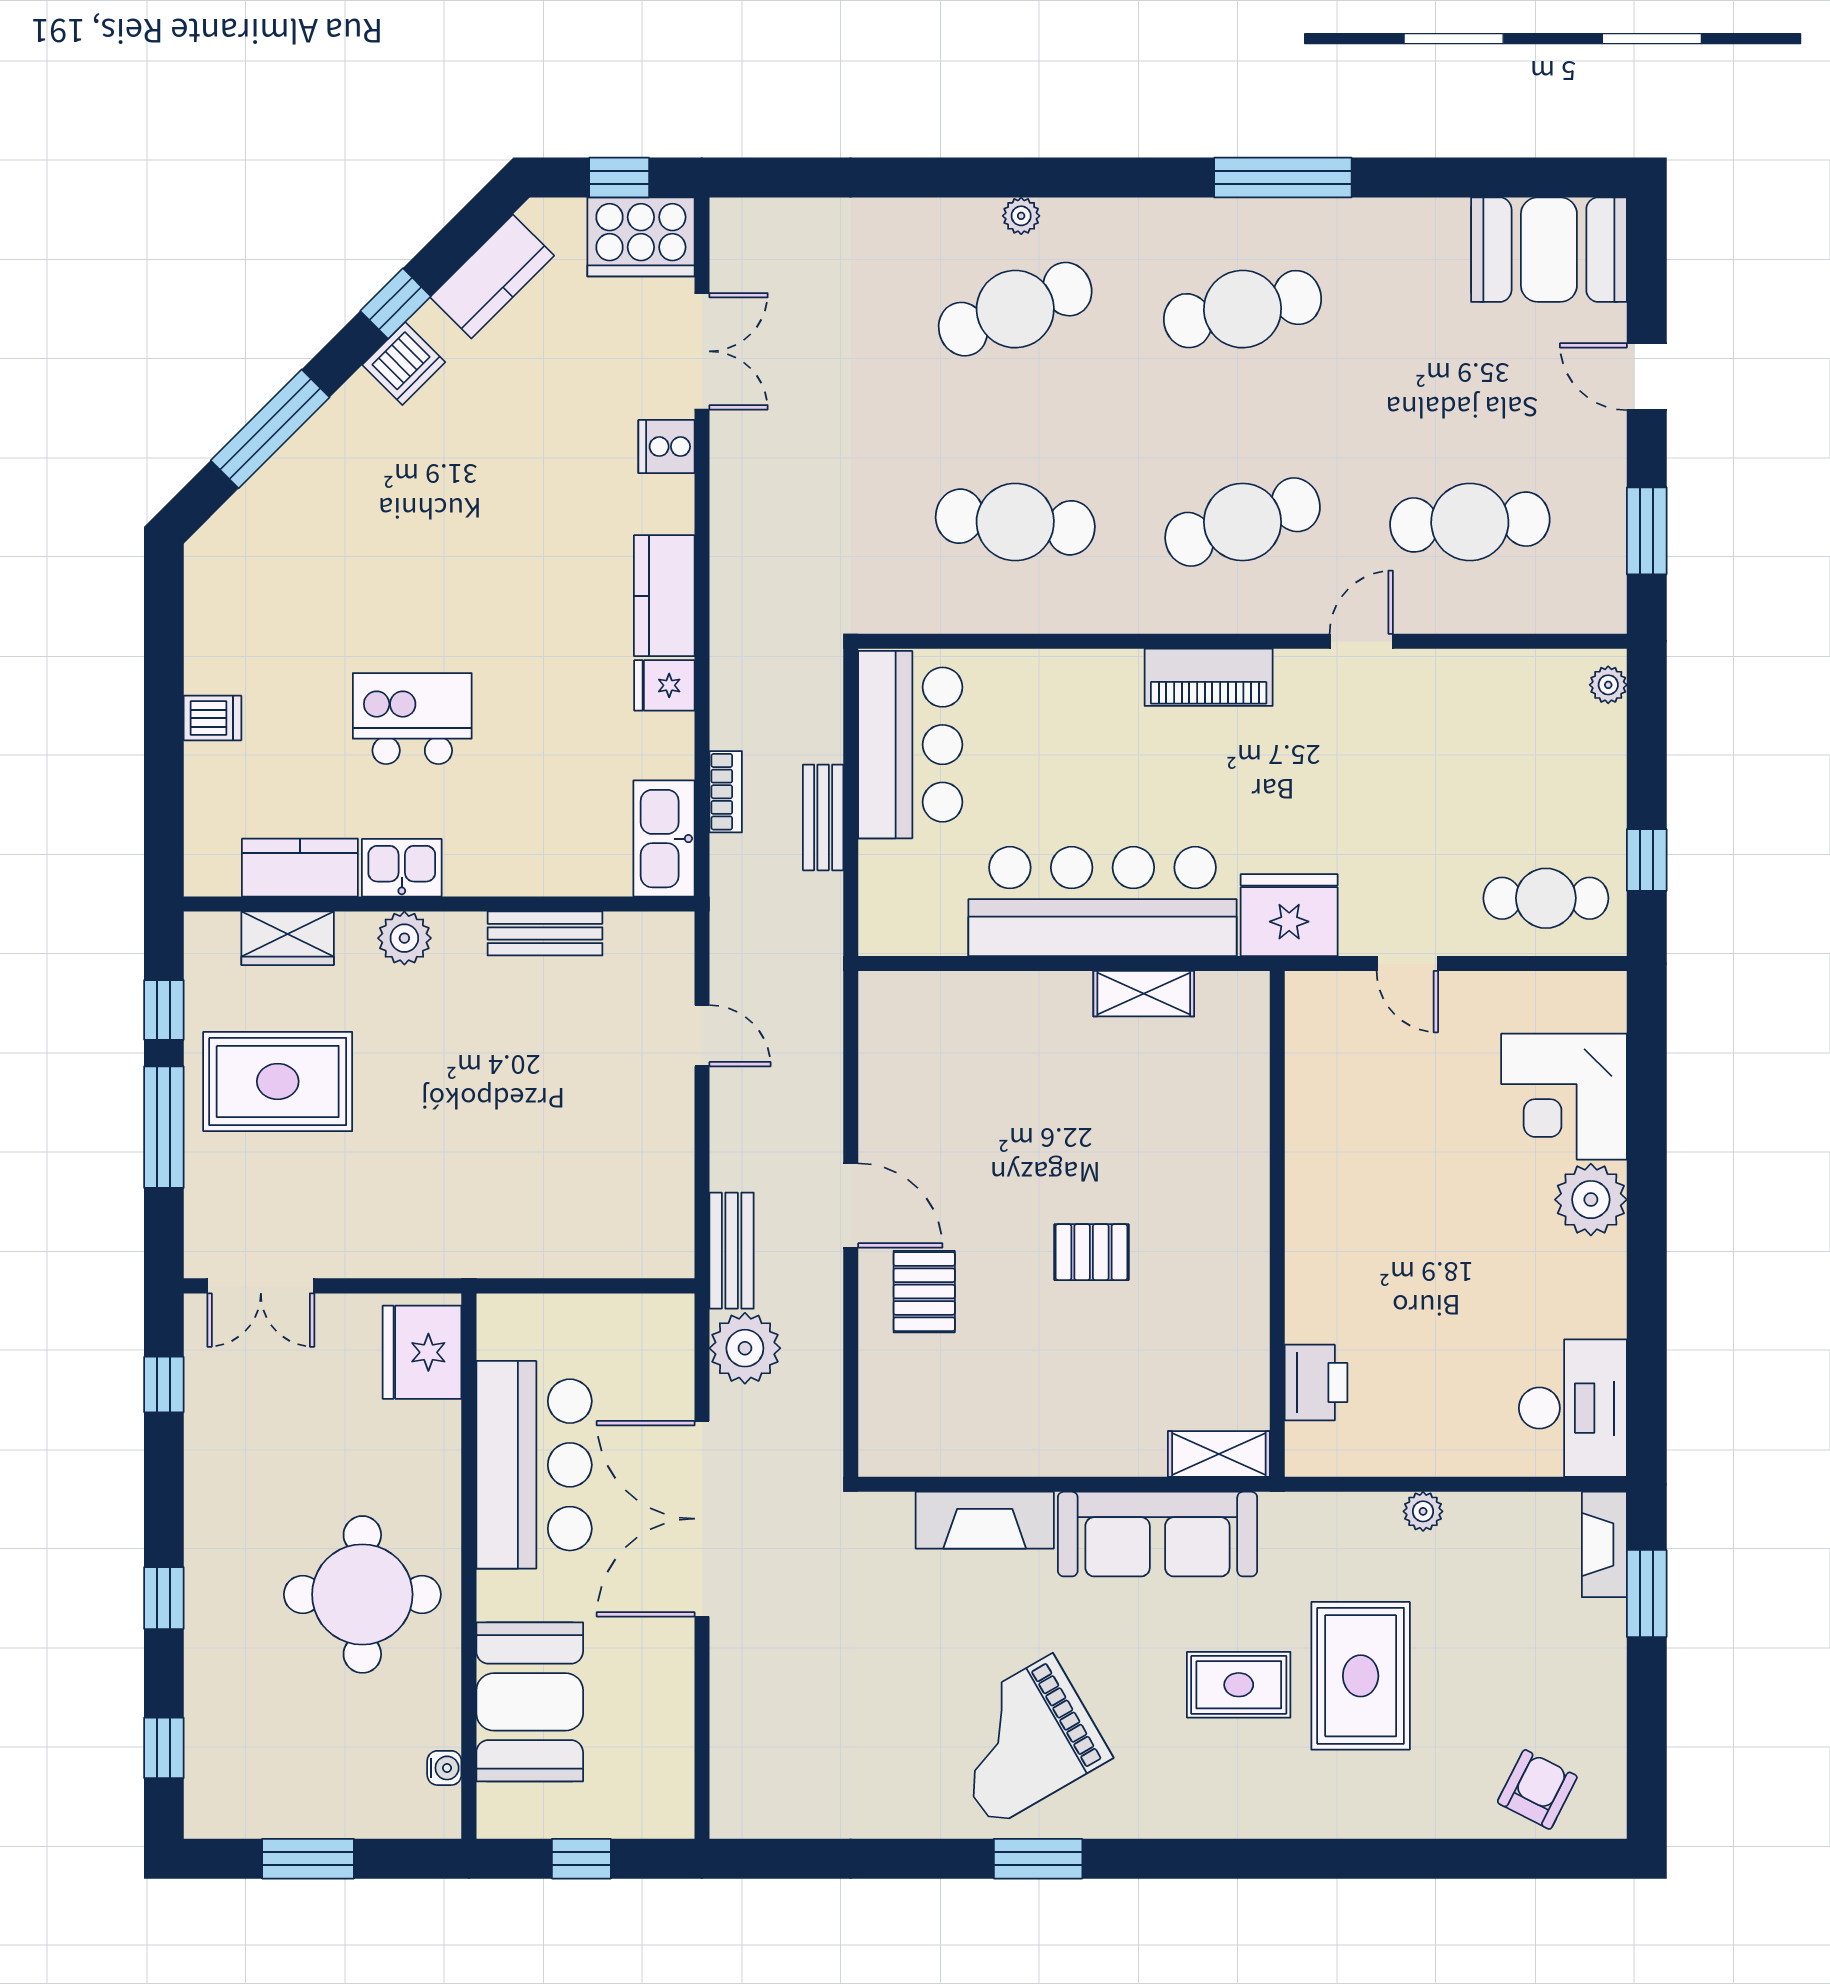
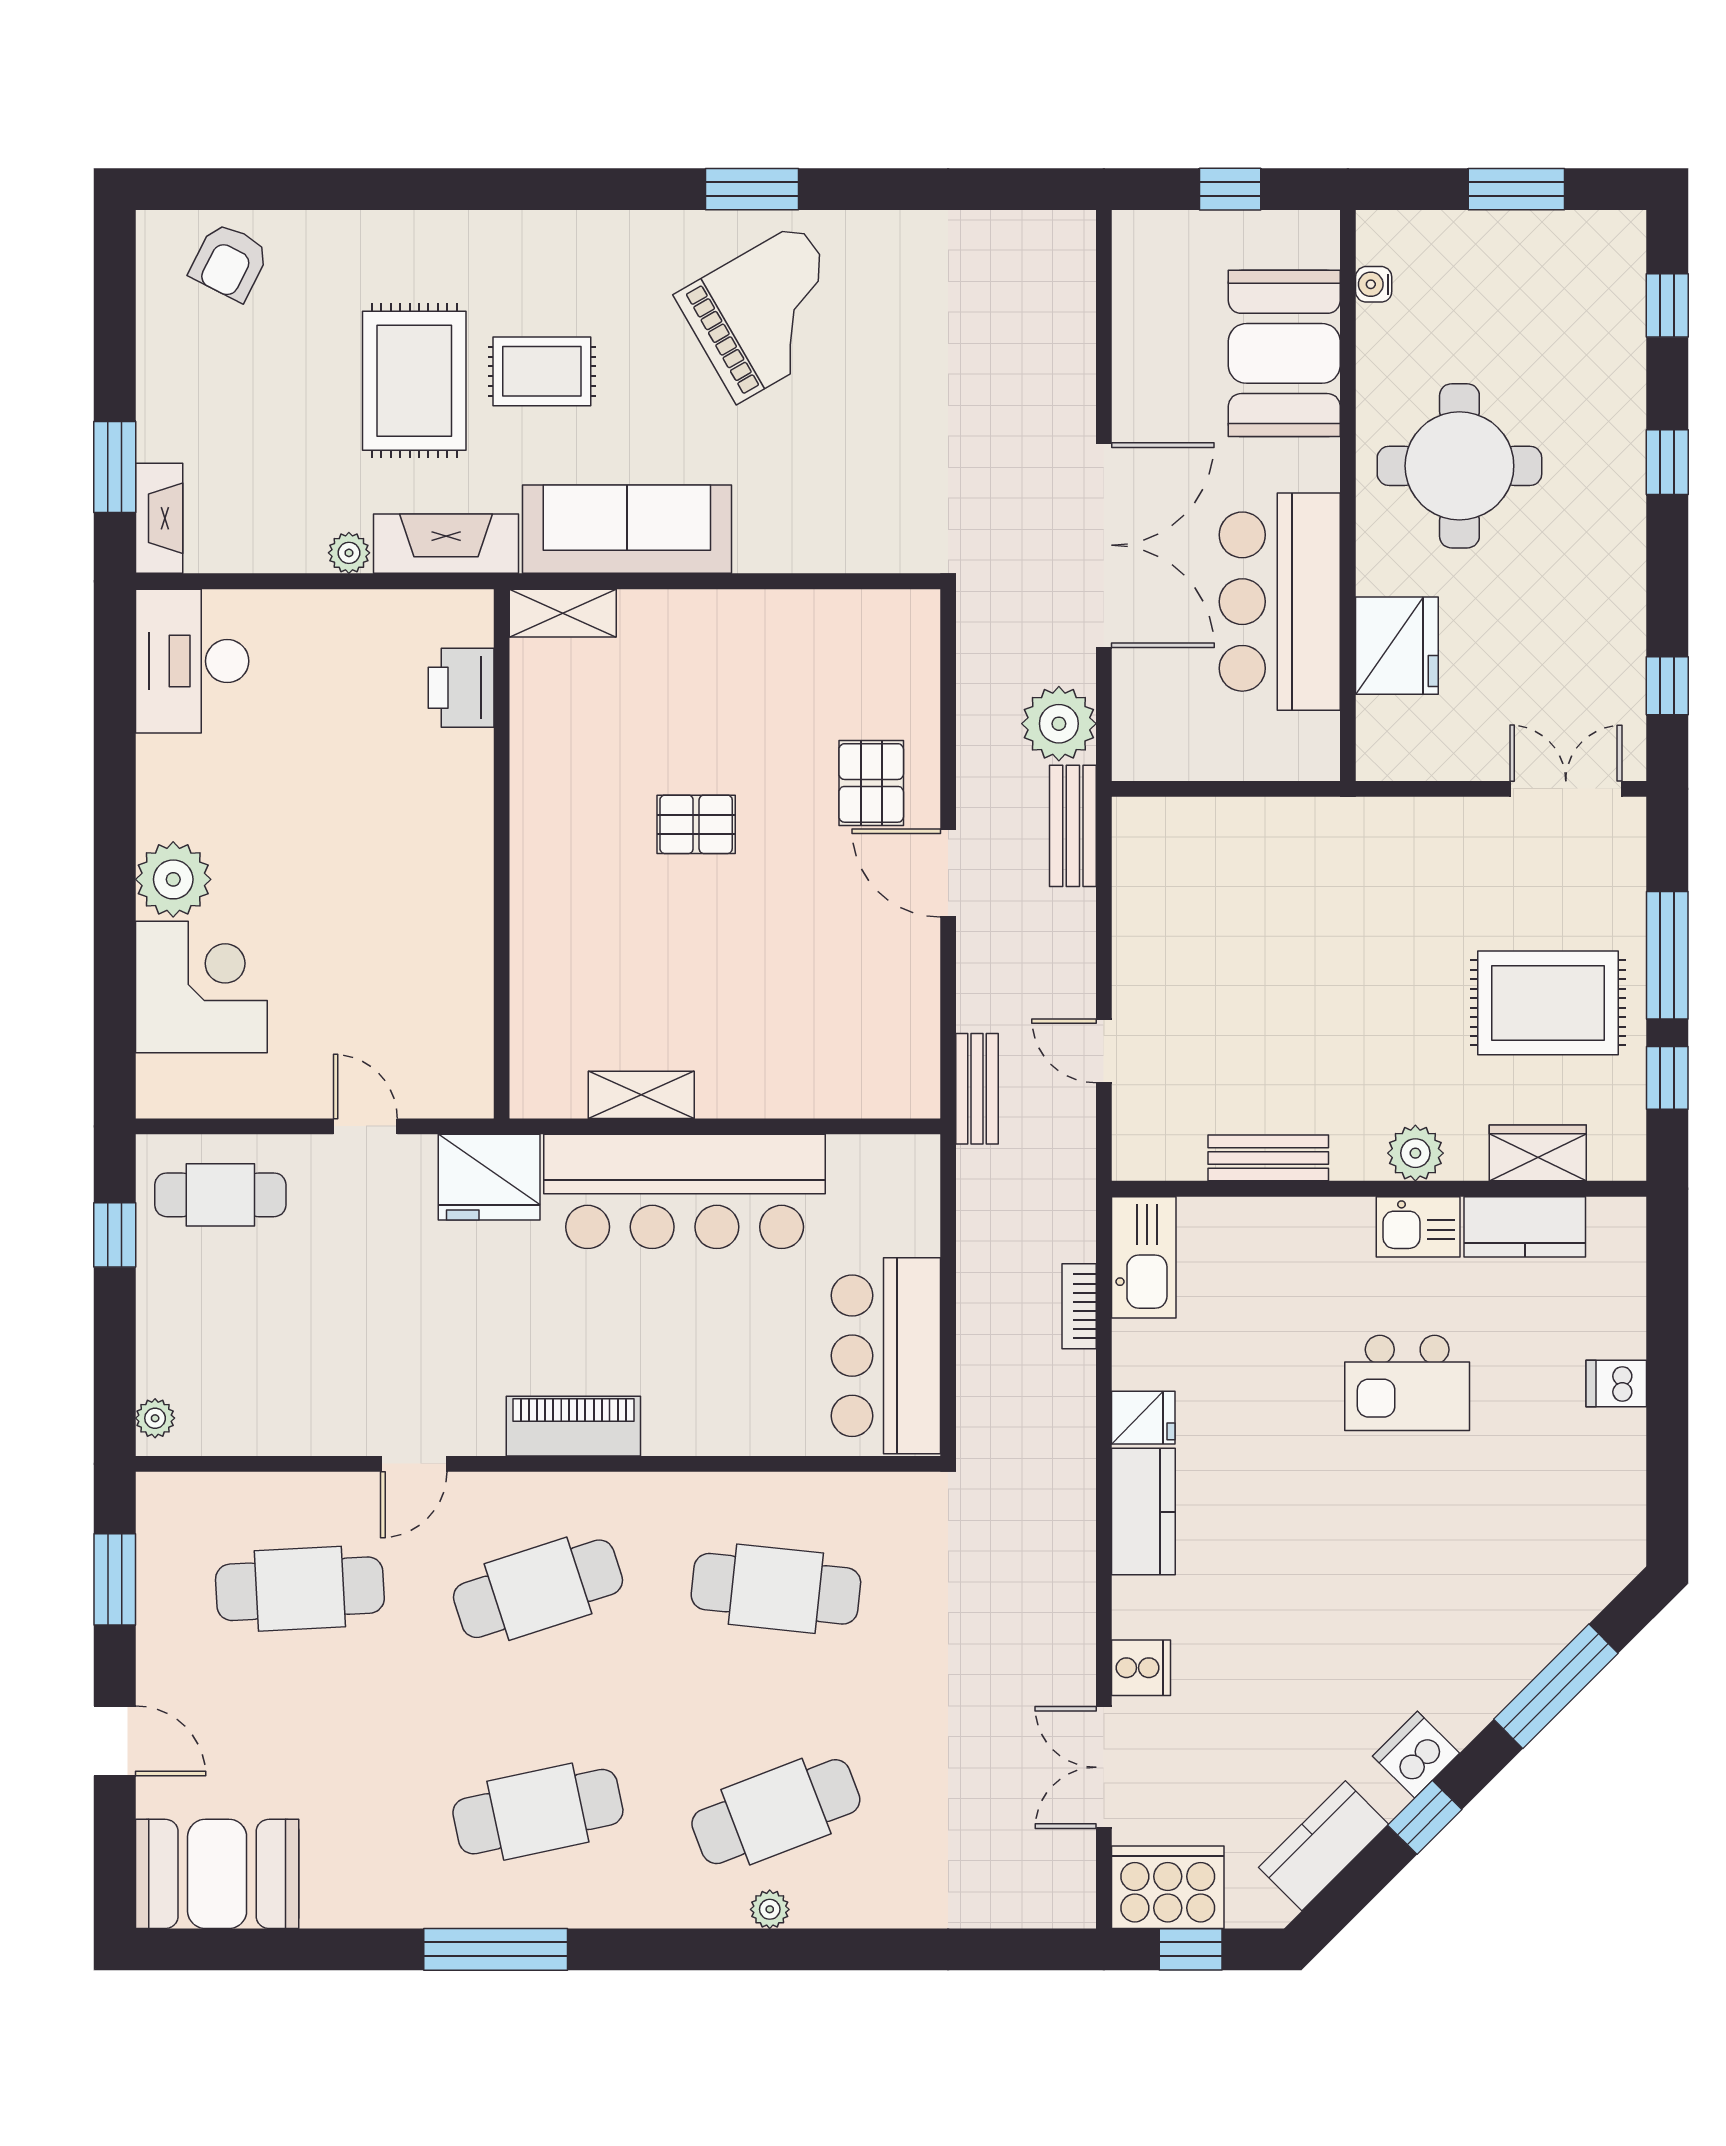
bench: (823, 817) -> (977, 1089), moved
fridge: (422, 1352) -> (1397, 646), moved
fireplace: (985, 1520) -> (446, 544), moved

